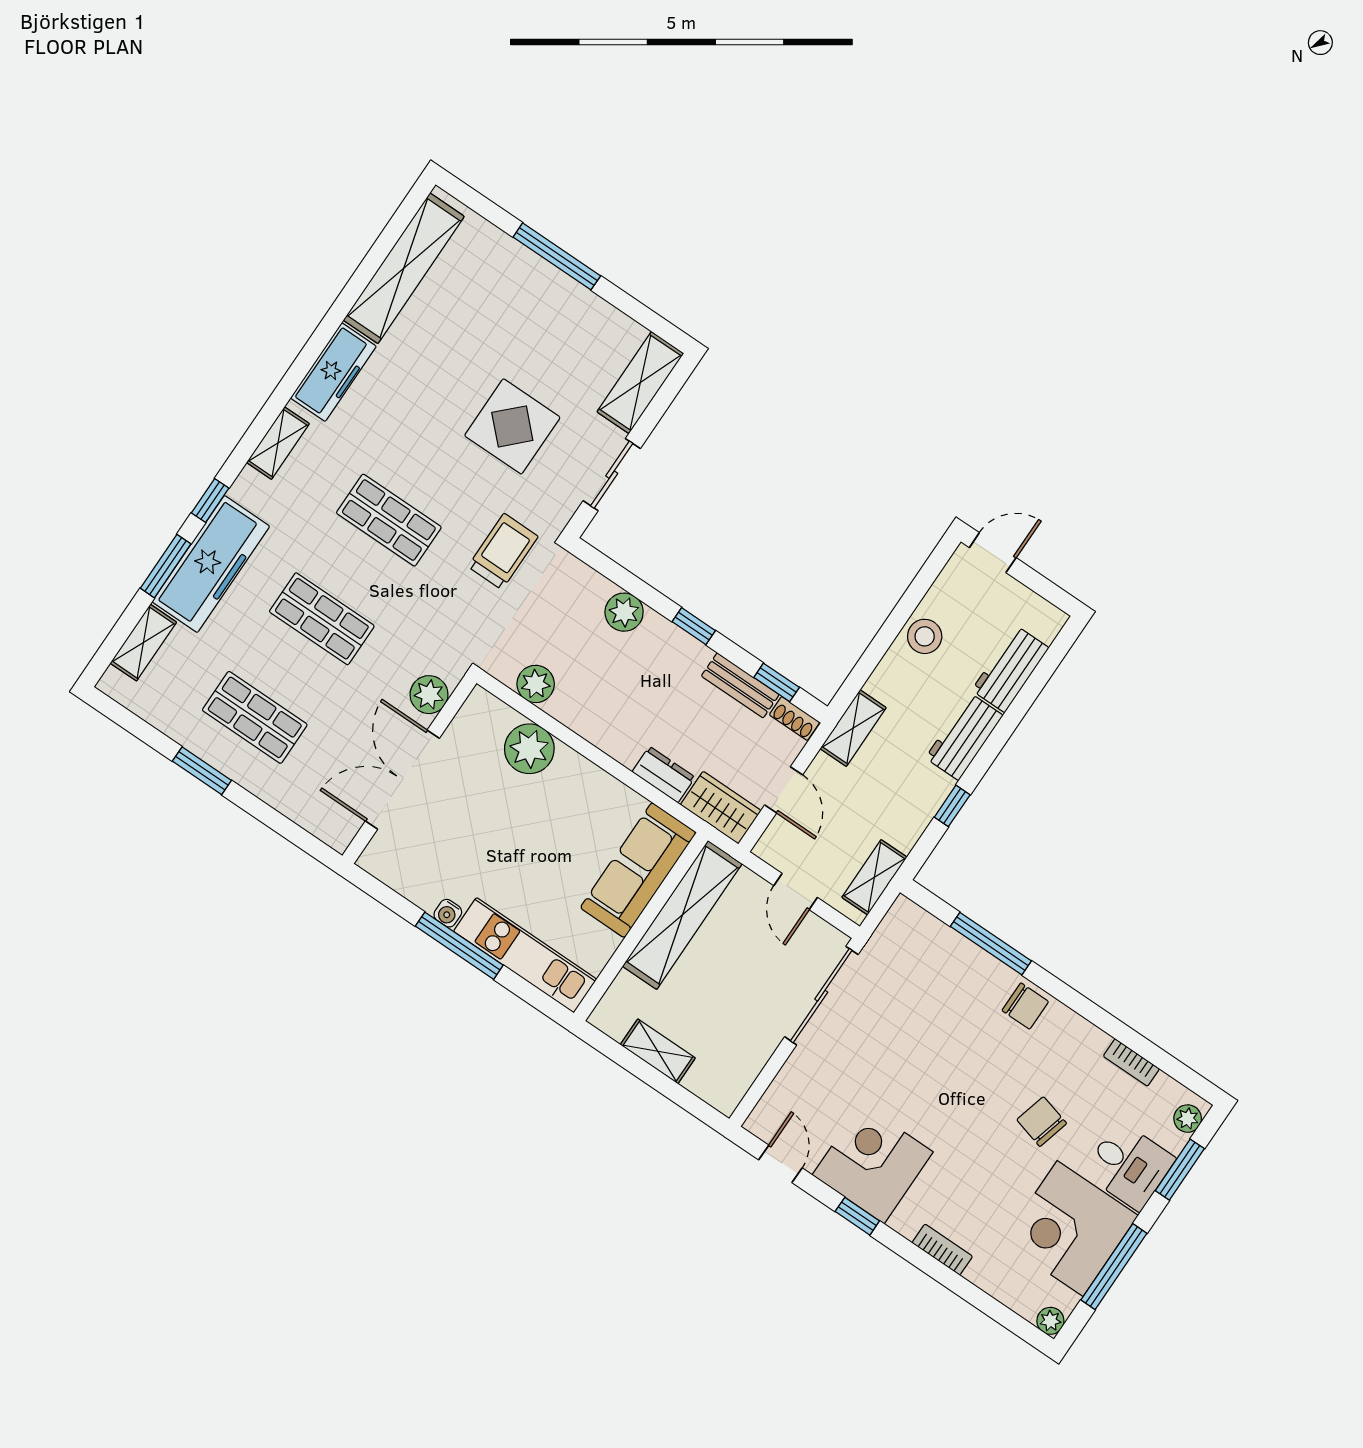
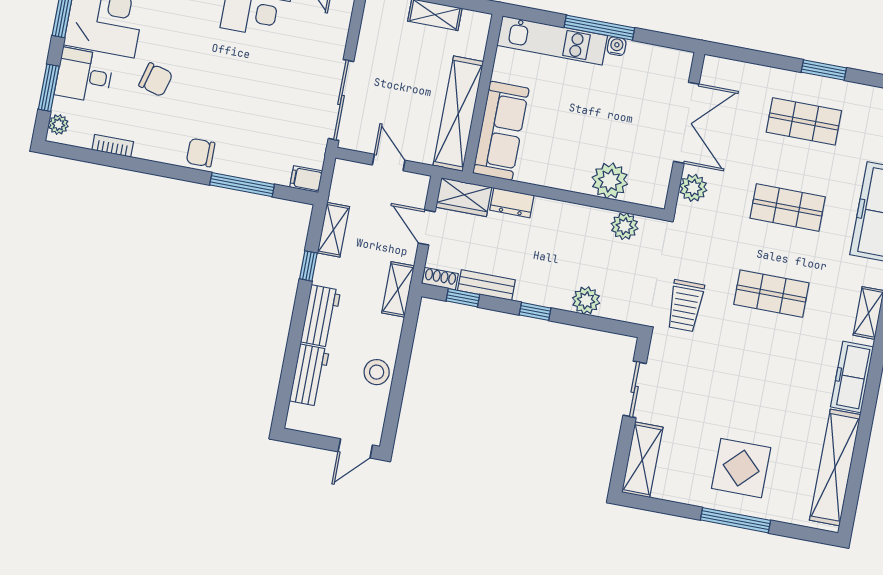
display table: (512, 426) -> (741, 468), moved
shelving: (874, 877) -> (333, 230), moved
filing cabinet: (908, 916) -> (306, 179), added

